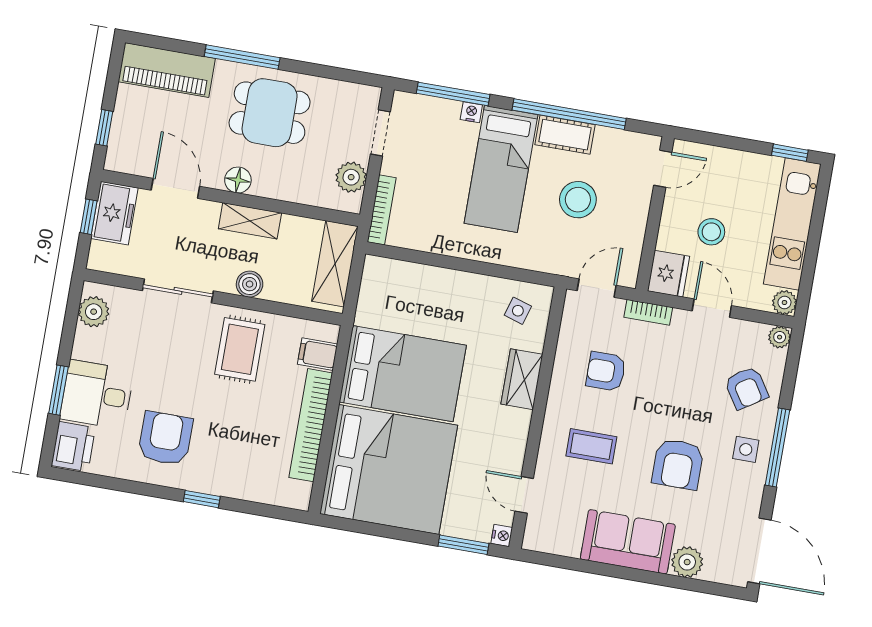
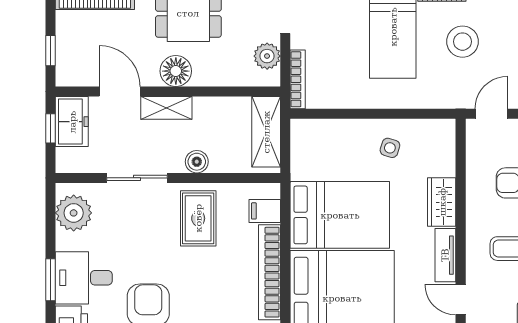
floor lamp: (238, 180) -> (176, 71), width x1.38, depth x1.38
shelving: (250, 221) -> (166, 108), moved
side table: (518, 311) -> (390, 148), moved
plant: (94, 312) -> (74, 213), width x1.36, depth x1.36
tv unit: (516, 441) -> (445, 255), added

